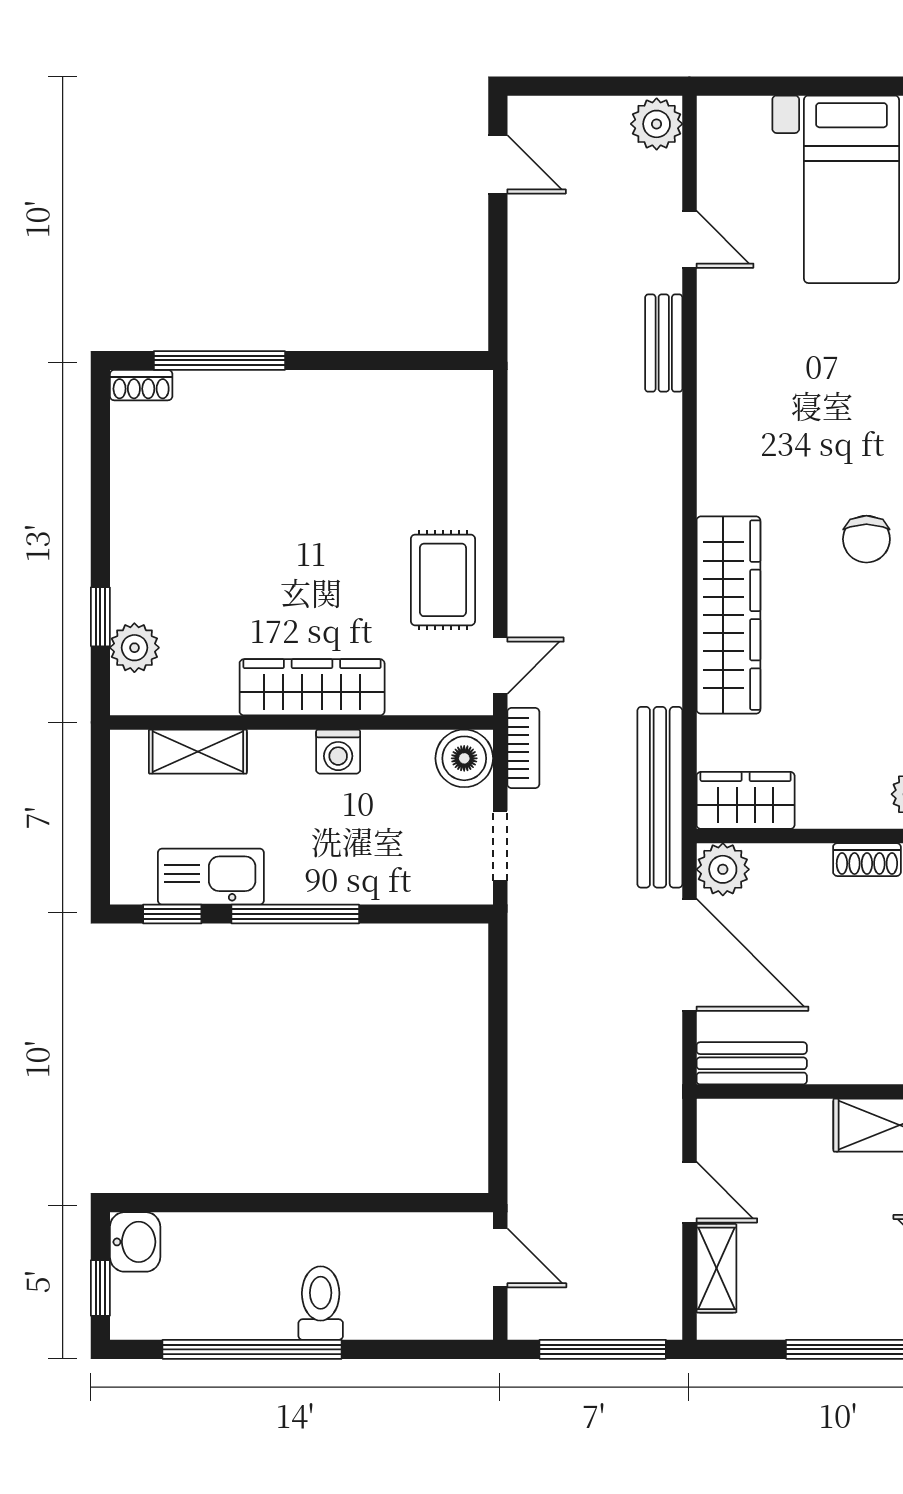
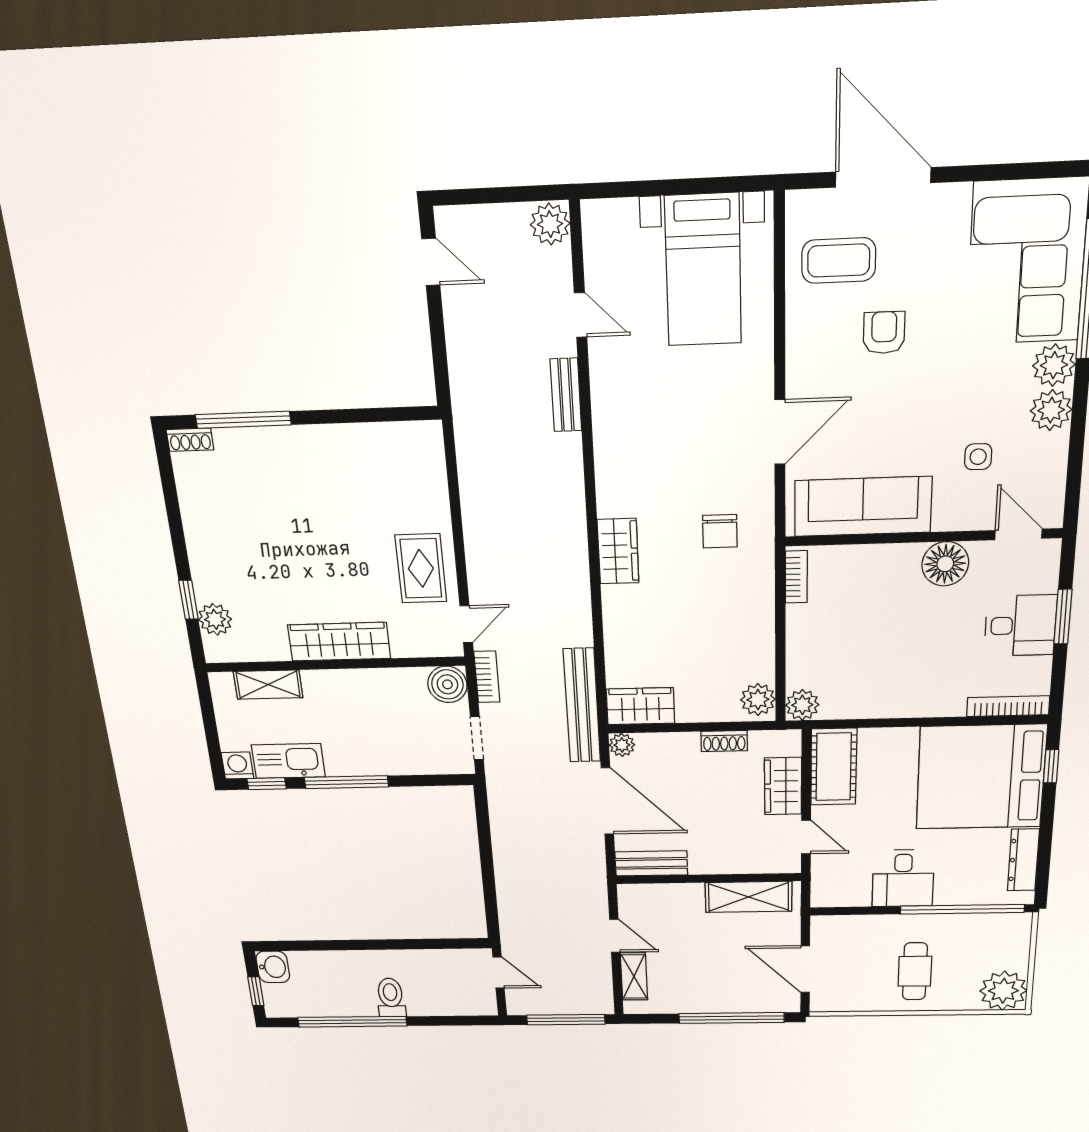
wardrobe: (728, 615) -> (618, 551), width x0.48, depth x0.85
washing machine: (338, 752) -> (238, 766), moved, turned 180
plant: (723, 869) -> (622, 745), width x0.73, depth x0.73

